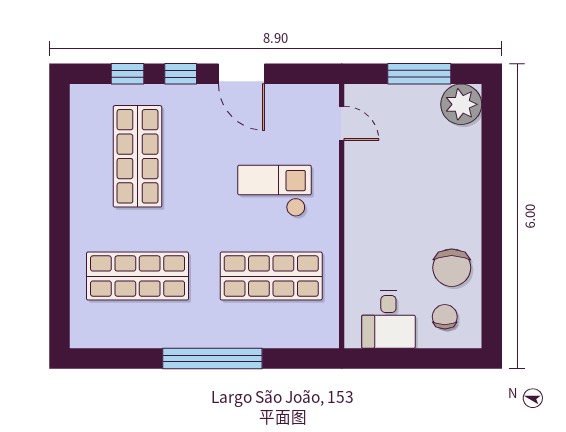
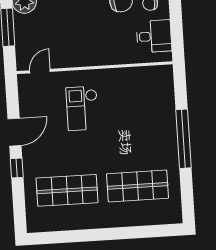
window: (127, 74) -> (19, 199), removed
shop shelf: (138, 276) -> (138, 186), turned 90
shop shelf: (271, 276) -> (133, 107), removed

